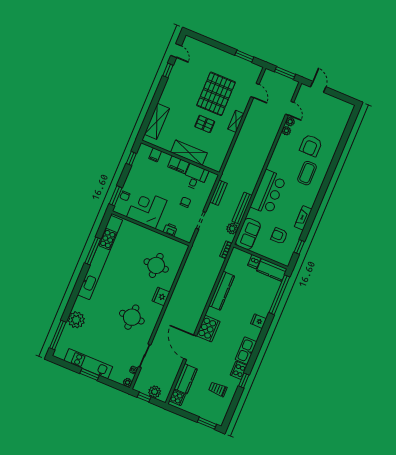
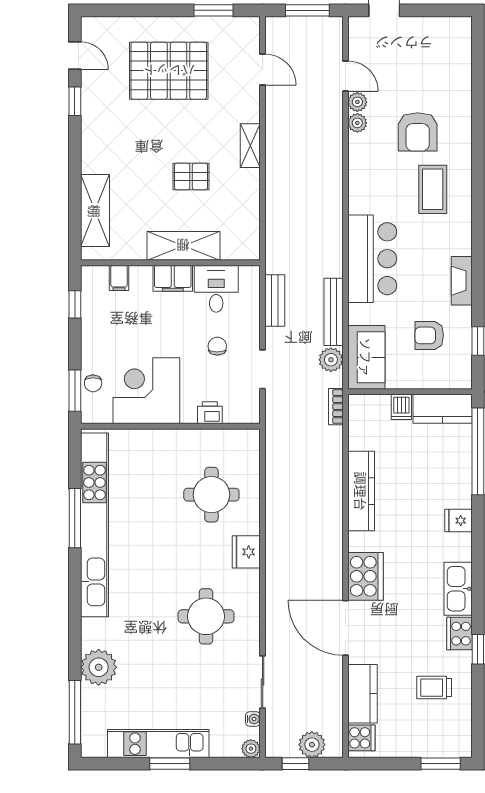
pallet: (216, 94) -> (169, 71), moved, turned 90

